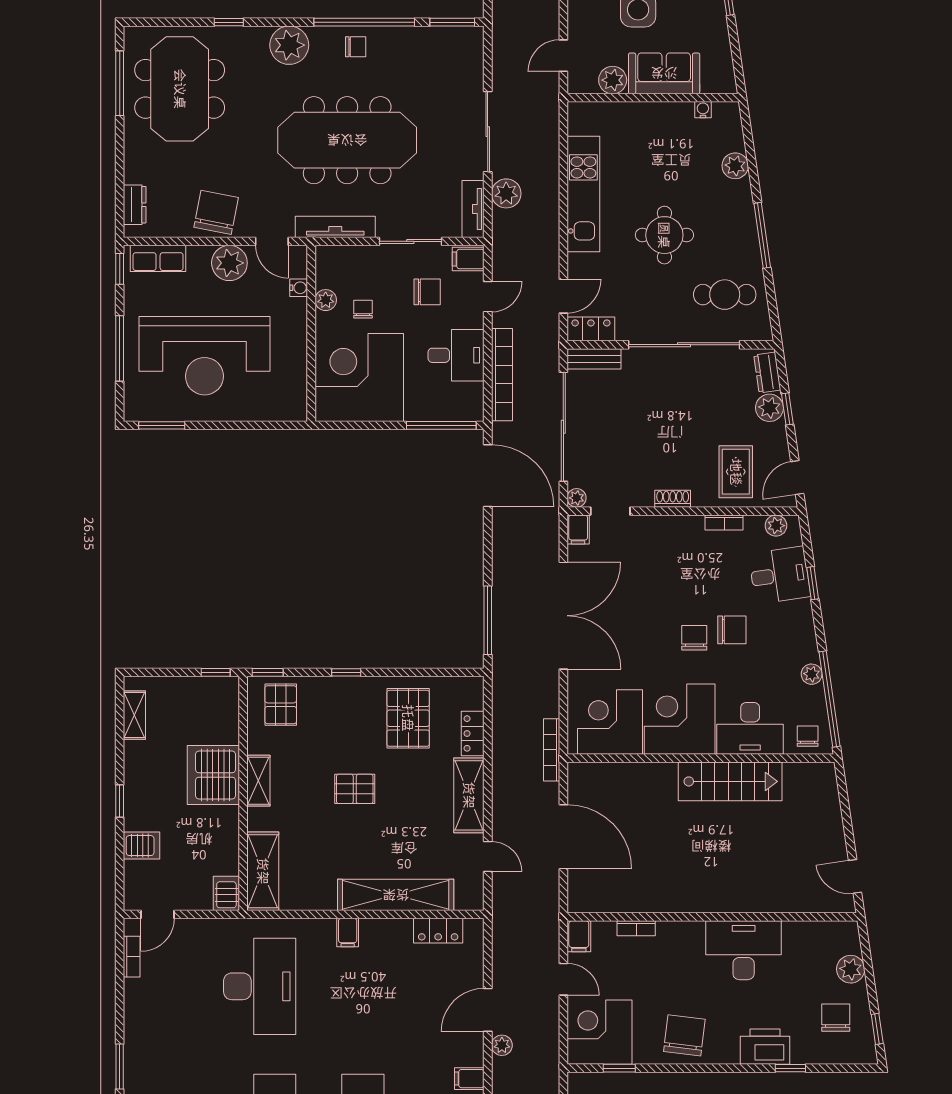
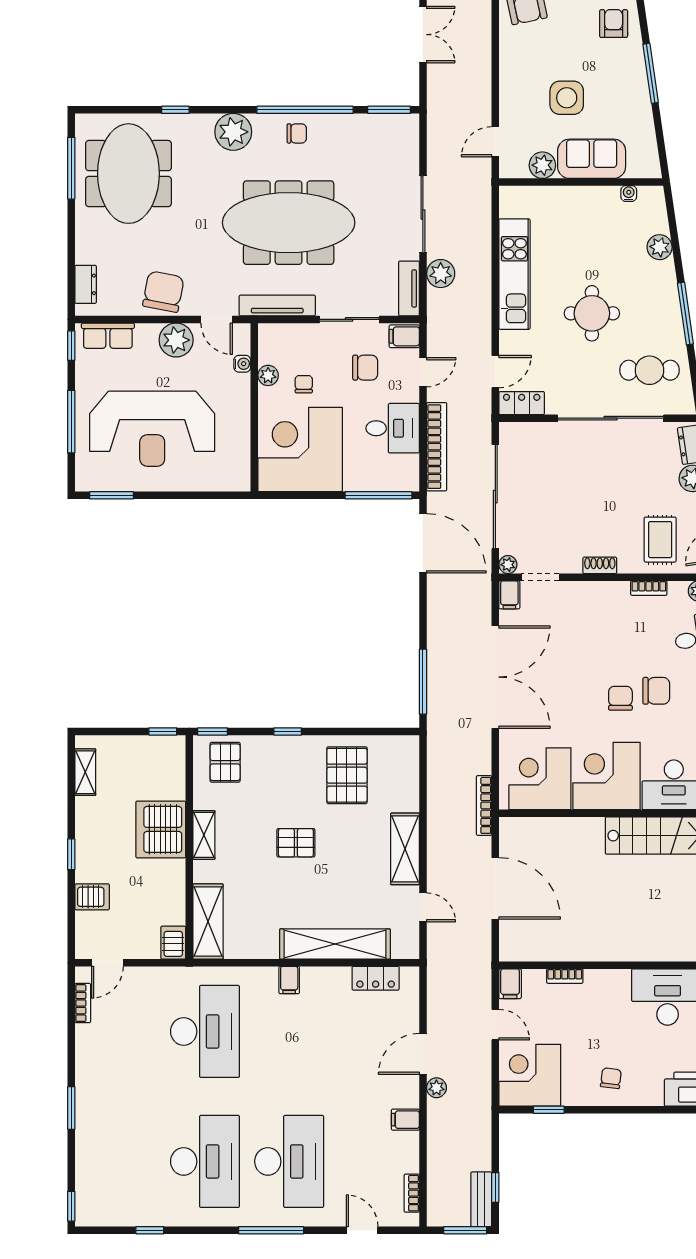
bench: (594, 359) -> (525, 432), removed
locker: (473, 733) -> (409, 790), removed
chair: (684, 1035) -> (611, 1078), width x0.54, depth x0.54

